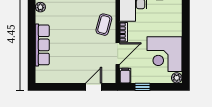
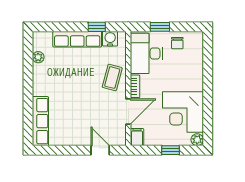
row of seats: (42, 45) -> (40, 121), moved
door: (94, 87) -> (100, 150), hinge flipped
window: (143, 87) -> (171, 150), moved

